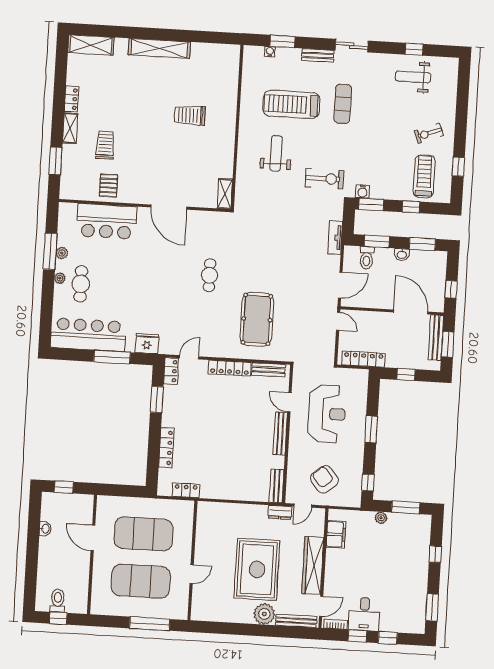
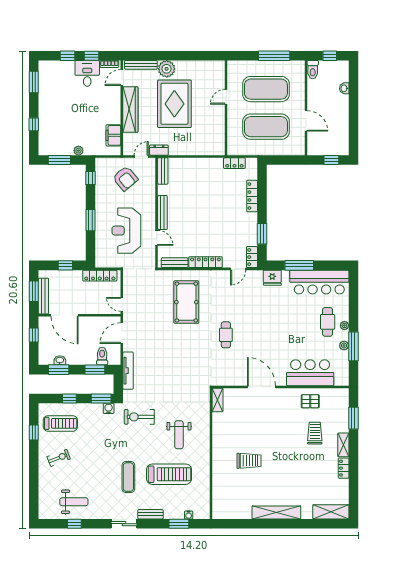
trolley: (105, 145) -> (315, 433), turned 180
treadmill: (424, 176) -> (60, 423), turned -90
pallet: (109, 186) -> (310, 401), turned 90
tv unit: (335, 238) -> (128, 371), width x1.41
washbasin: (402, 255) -> (60, 360), moved
washbasin: (45, 529) -> (344, 88), moved
toilet: (58, 601) -> (313, 70), moved
window: (150, 624) -> (274, 56), moved

